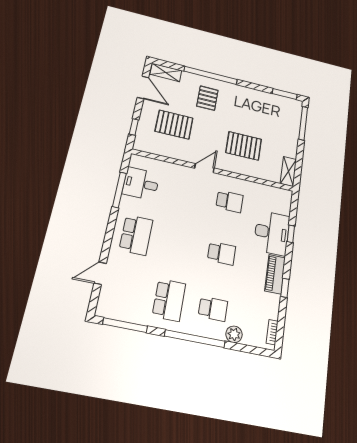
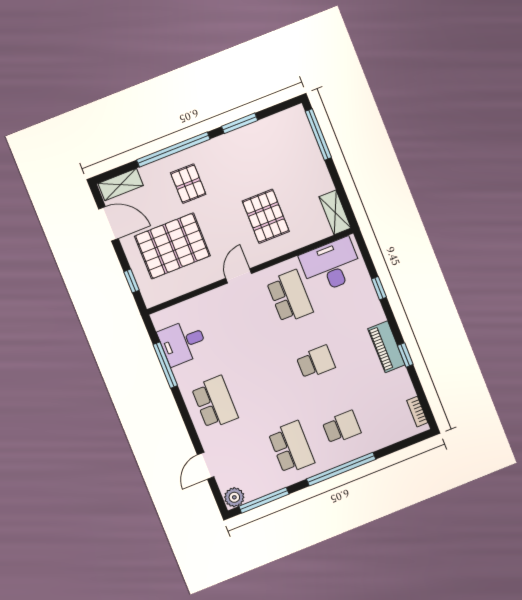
window: (285, 94) -> (240, 123), moved
pallet: (174, 125) -> (172, 246), width x1.37, depth x1.41
pallet: (244, 146) -> (266, 216), turned 90
school desk: (230, 201) -> (290, 297), width x1.85
desk: (272, 233) -> (331, 266), moved, turned -90
plant: (234, 334) -> (234, 497), moved

